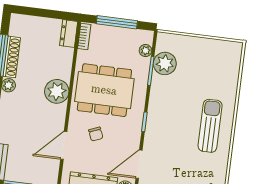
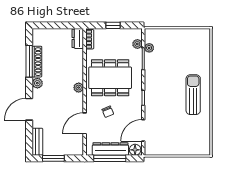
window: (117, 22) -> (113, 25), width x0.46
plant: (165, 63) -> (149, 48), width x0.53, depth x0.53
plant: (57, 91) -> (79, 88), width x0.53, depth x0.53

